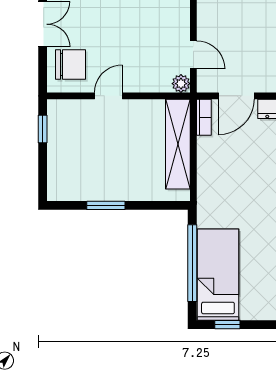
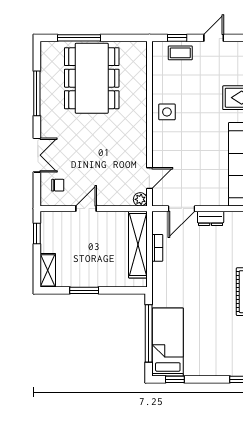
door: (193, 55) -> (149, 178), hinge flipped
chair: (70, 64) -> (58, 185), width x0.54, depth x0.54
bookcase: (204, 117) -> (157, 248), moved
shelving: (57, 179) -> (48, 270), added

